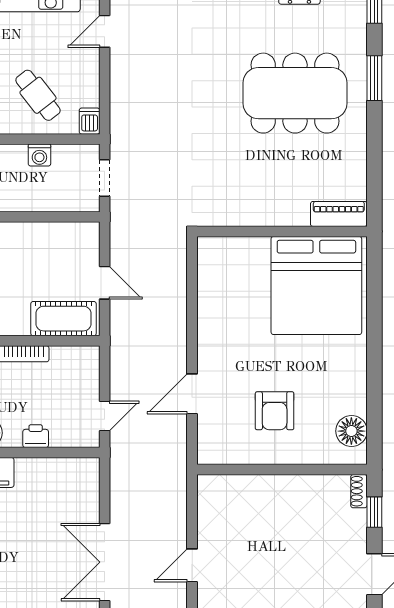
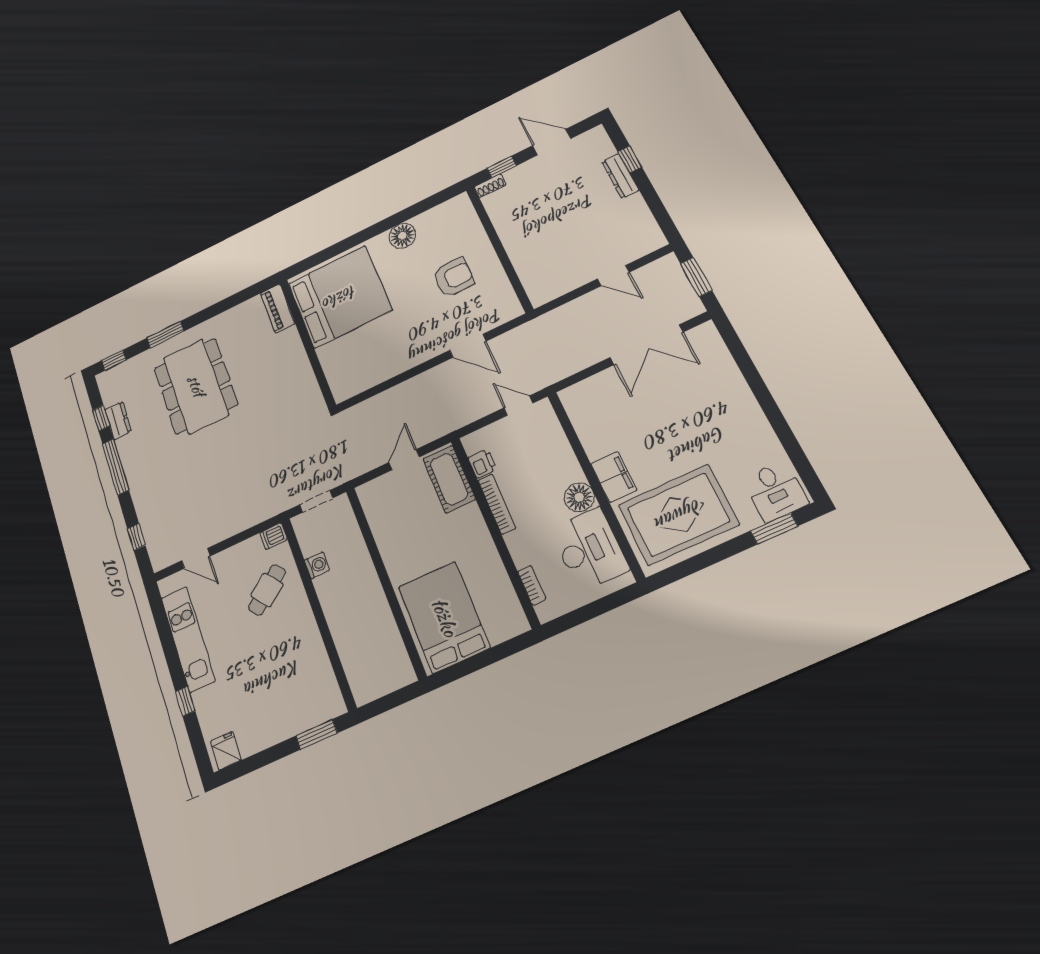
floor lamp: (351, 431) -> (402, 236), moved
printer: (36, 436) -> (482, 463), moved, turned 180

